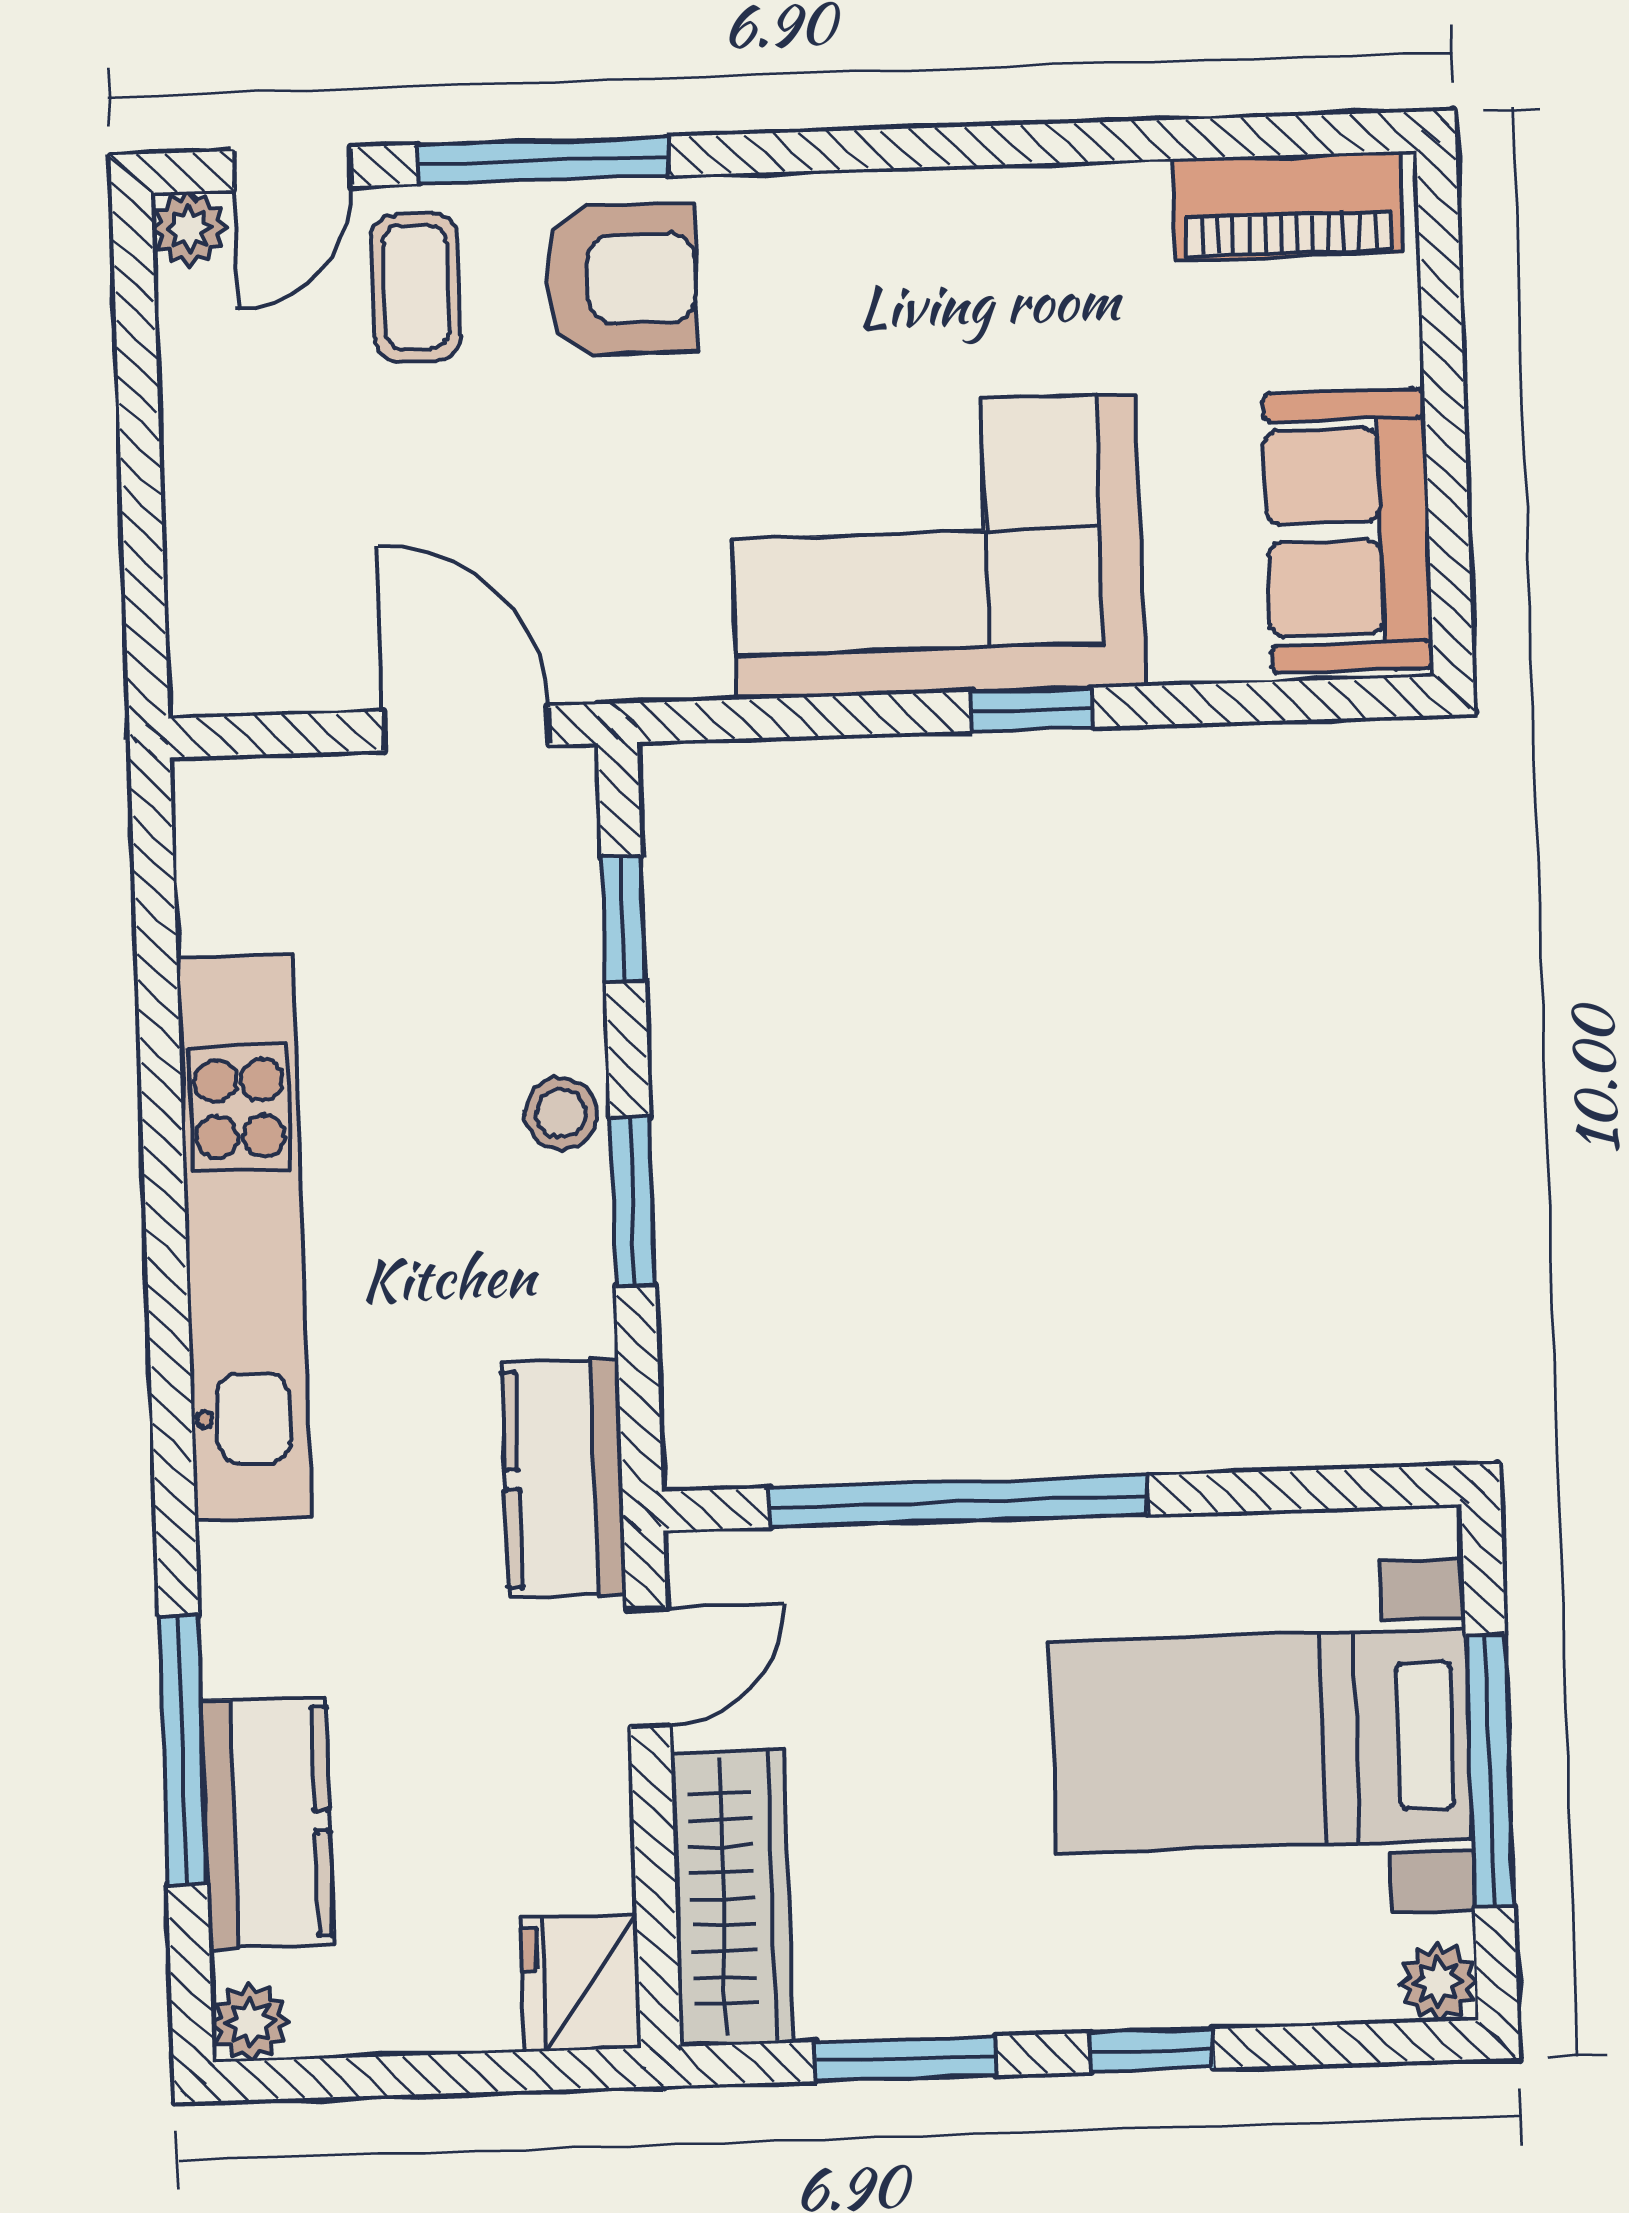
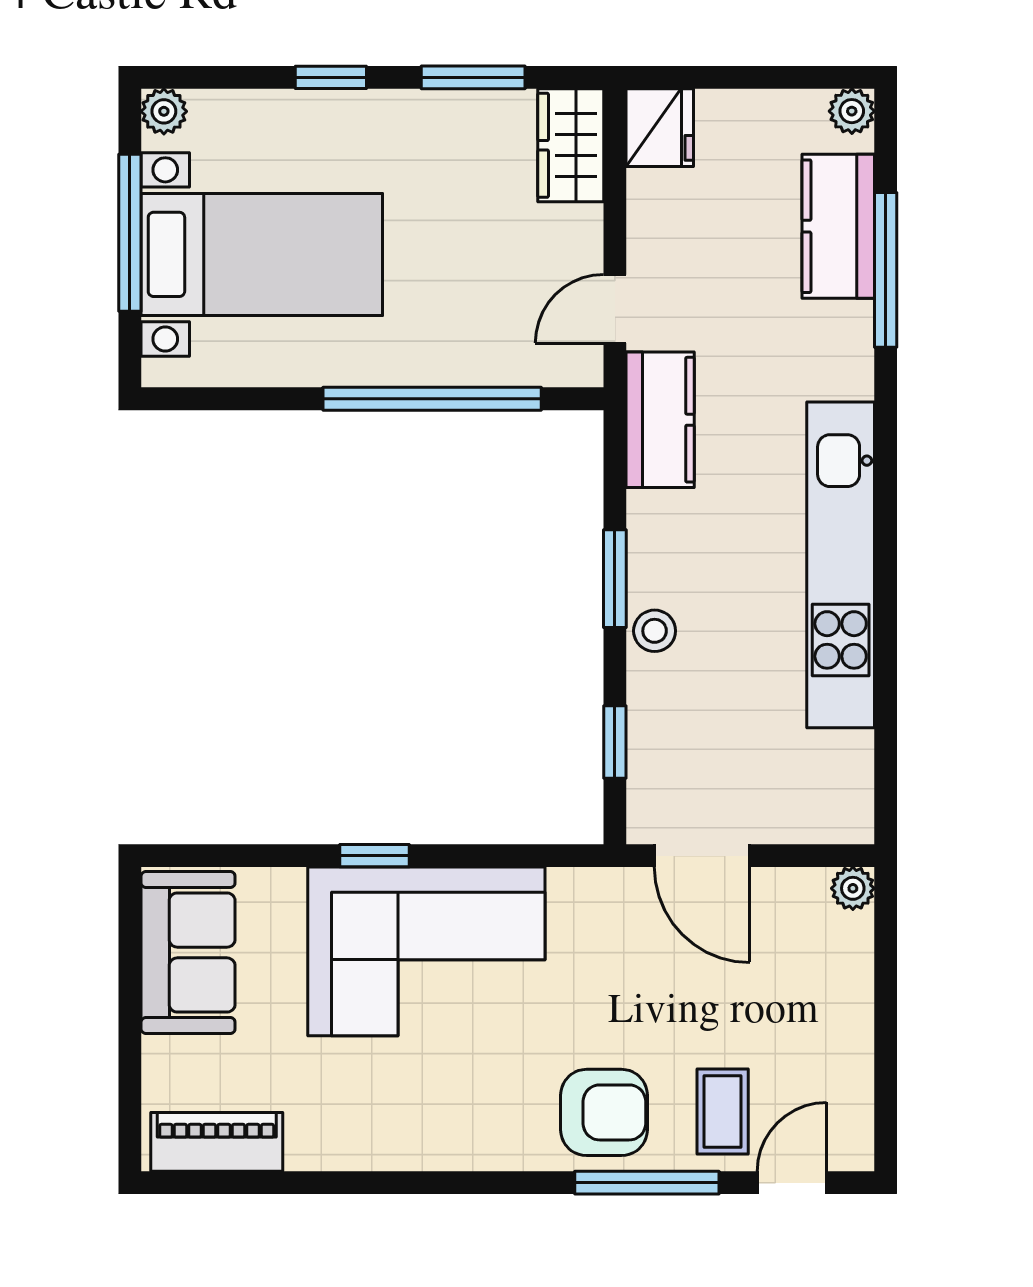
plant: (189, 229) -> (853, 888), moved
armchair: (621, 279) -> (604, 1112), turned 180
wardrobe: (732, 1898) -> (571, 145), width x0.67

